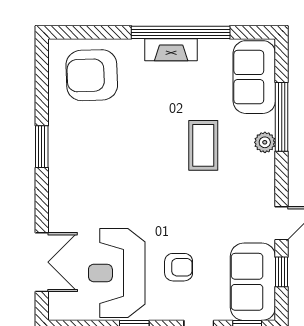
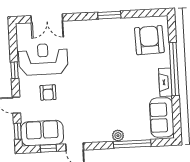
window: (181, 32) -> (174, 69), moved
sofa: (254, 77) -> (162, 117), moved, turned -90
coffee table: (203, 145) -> (115, 102), removed

